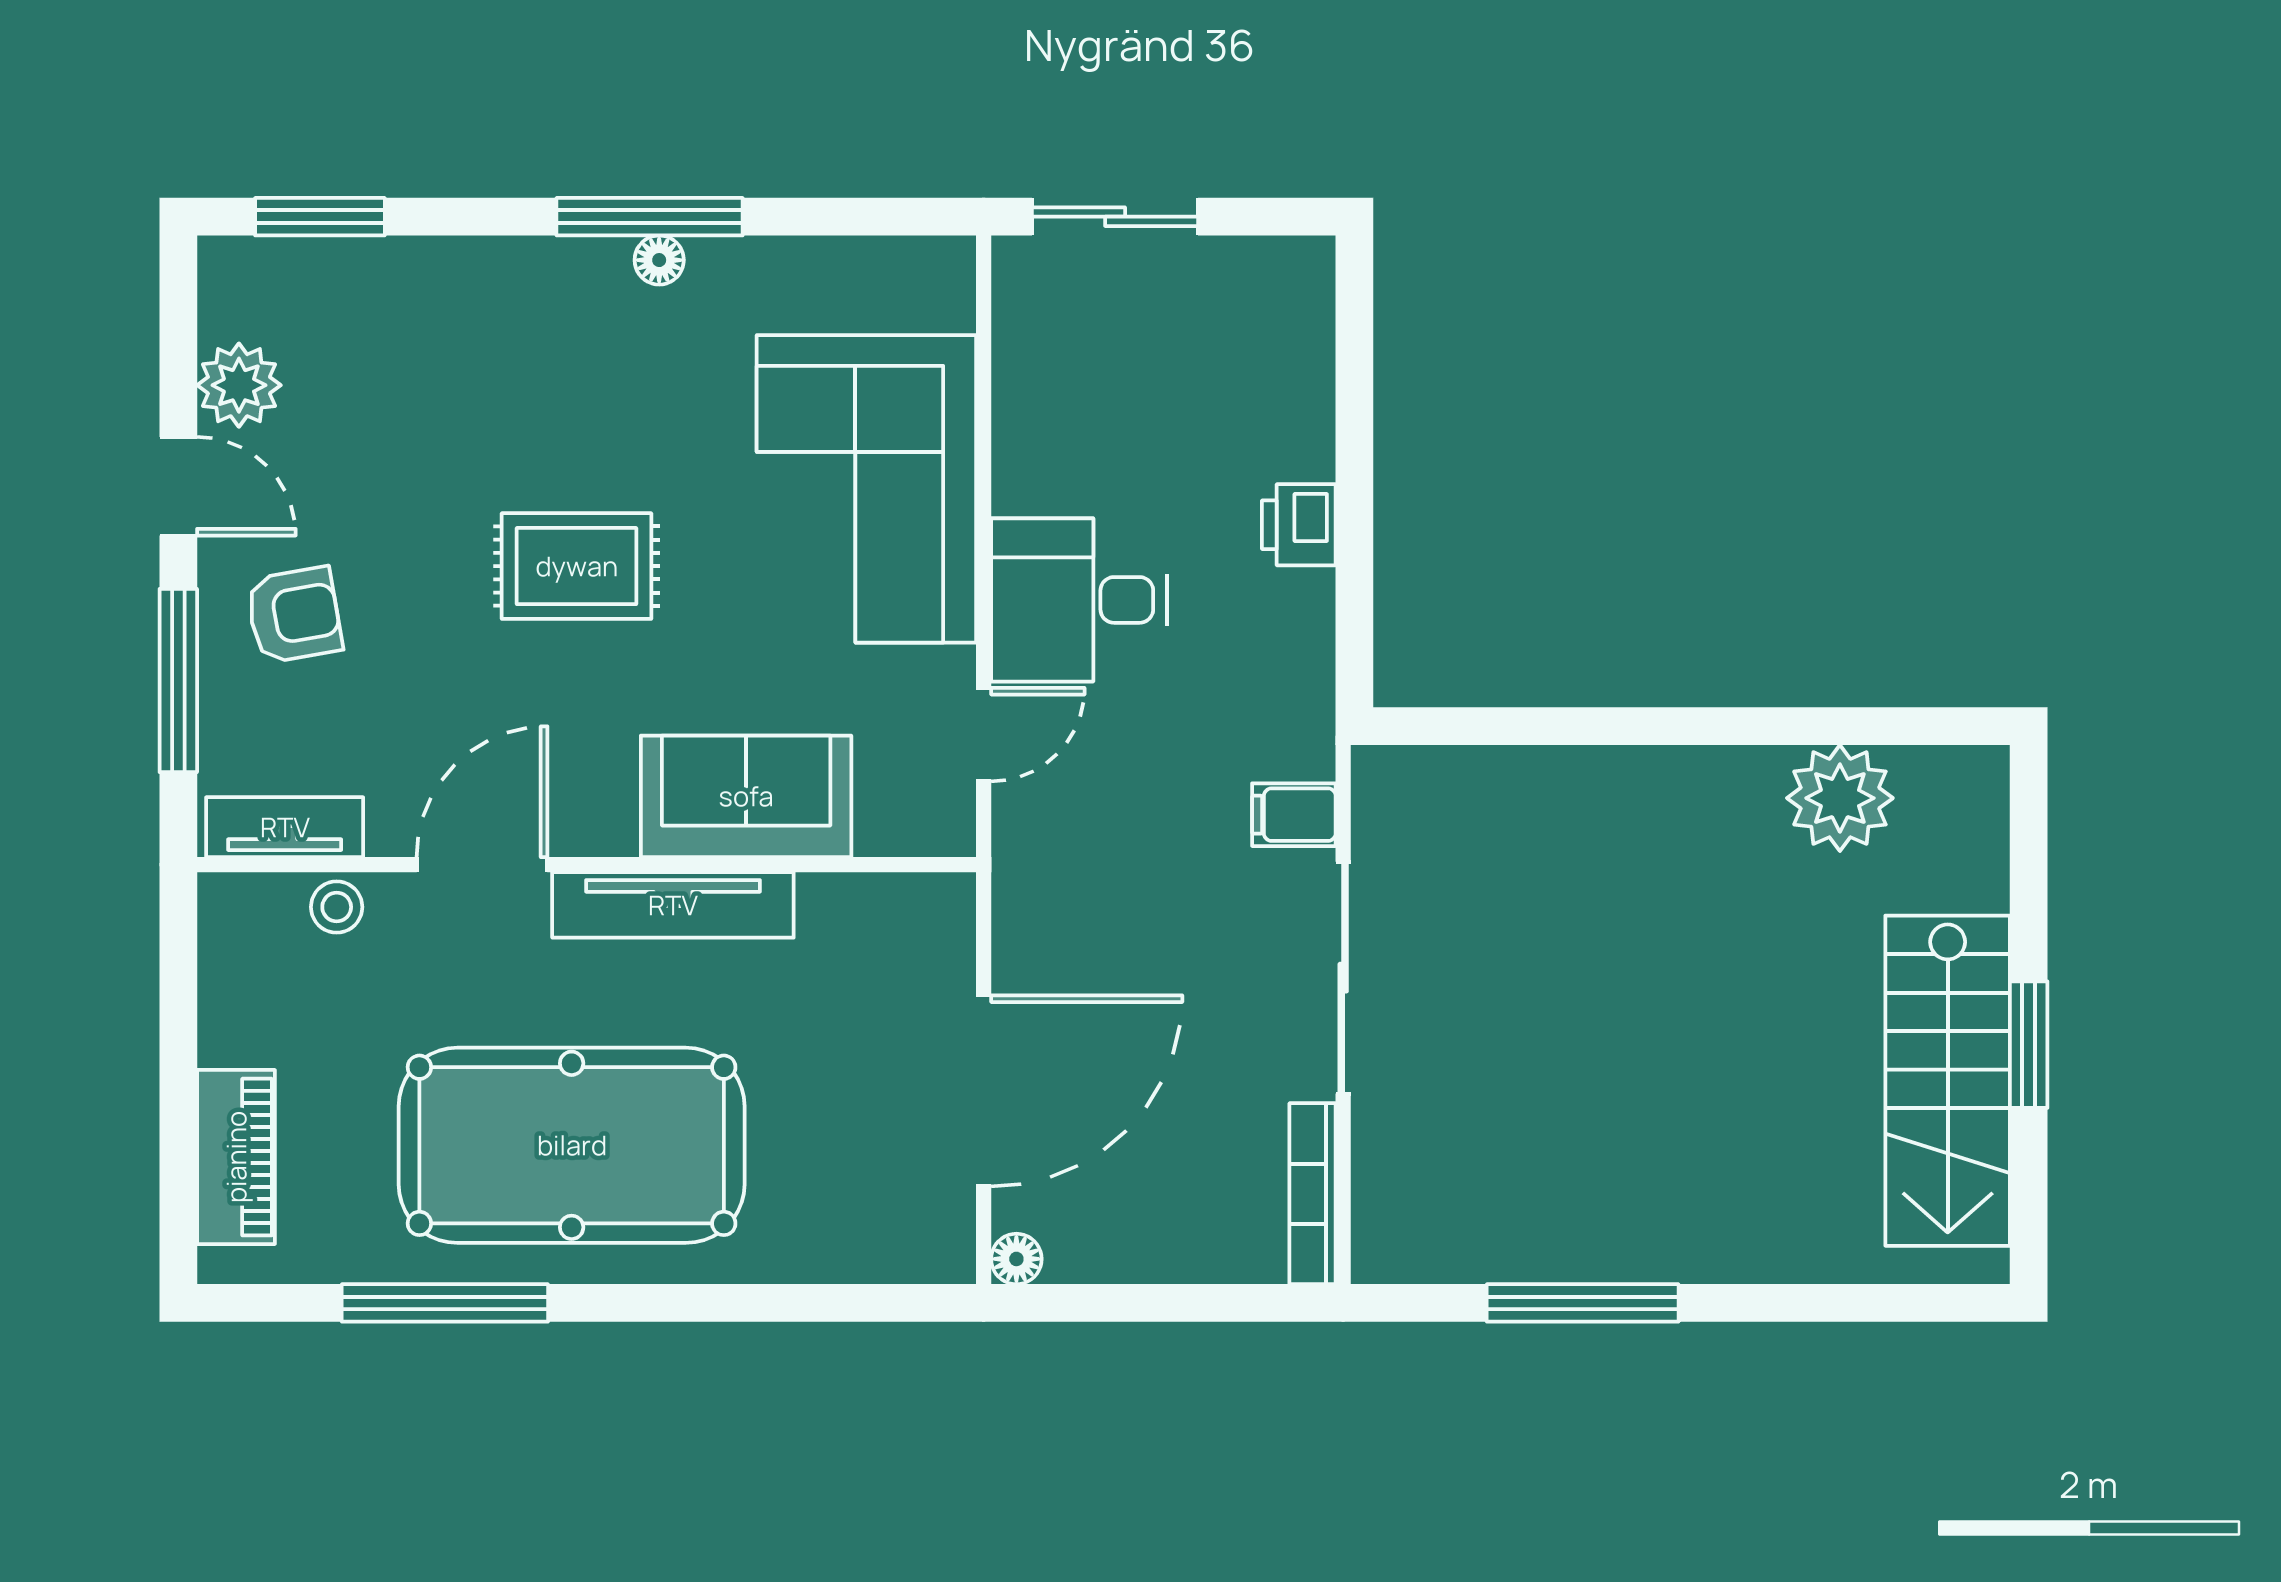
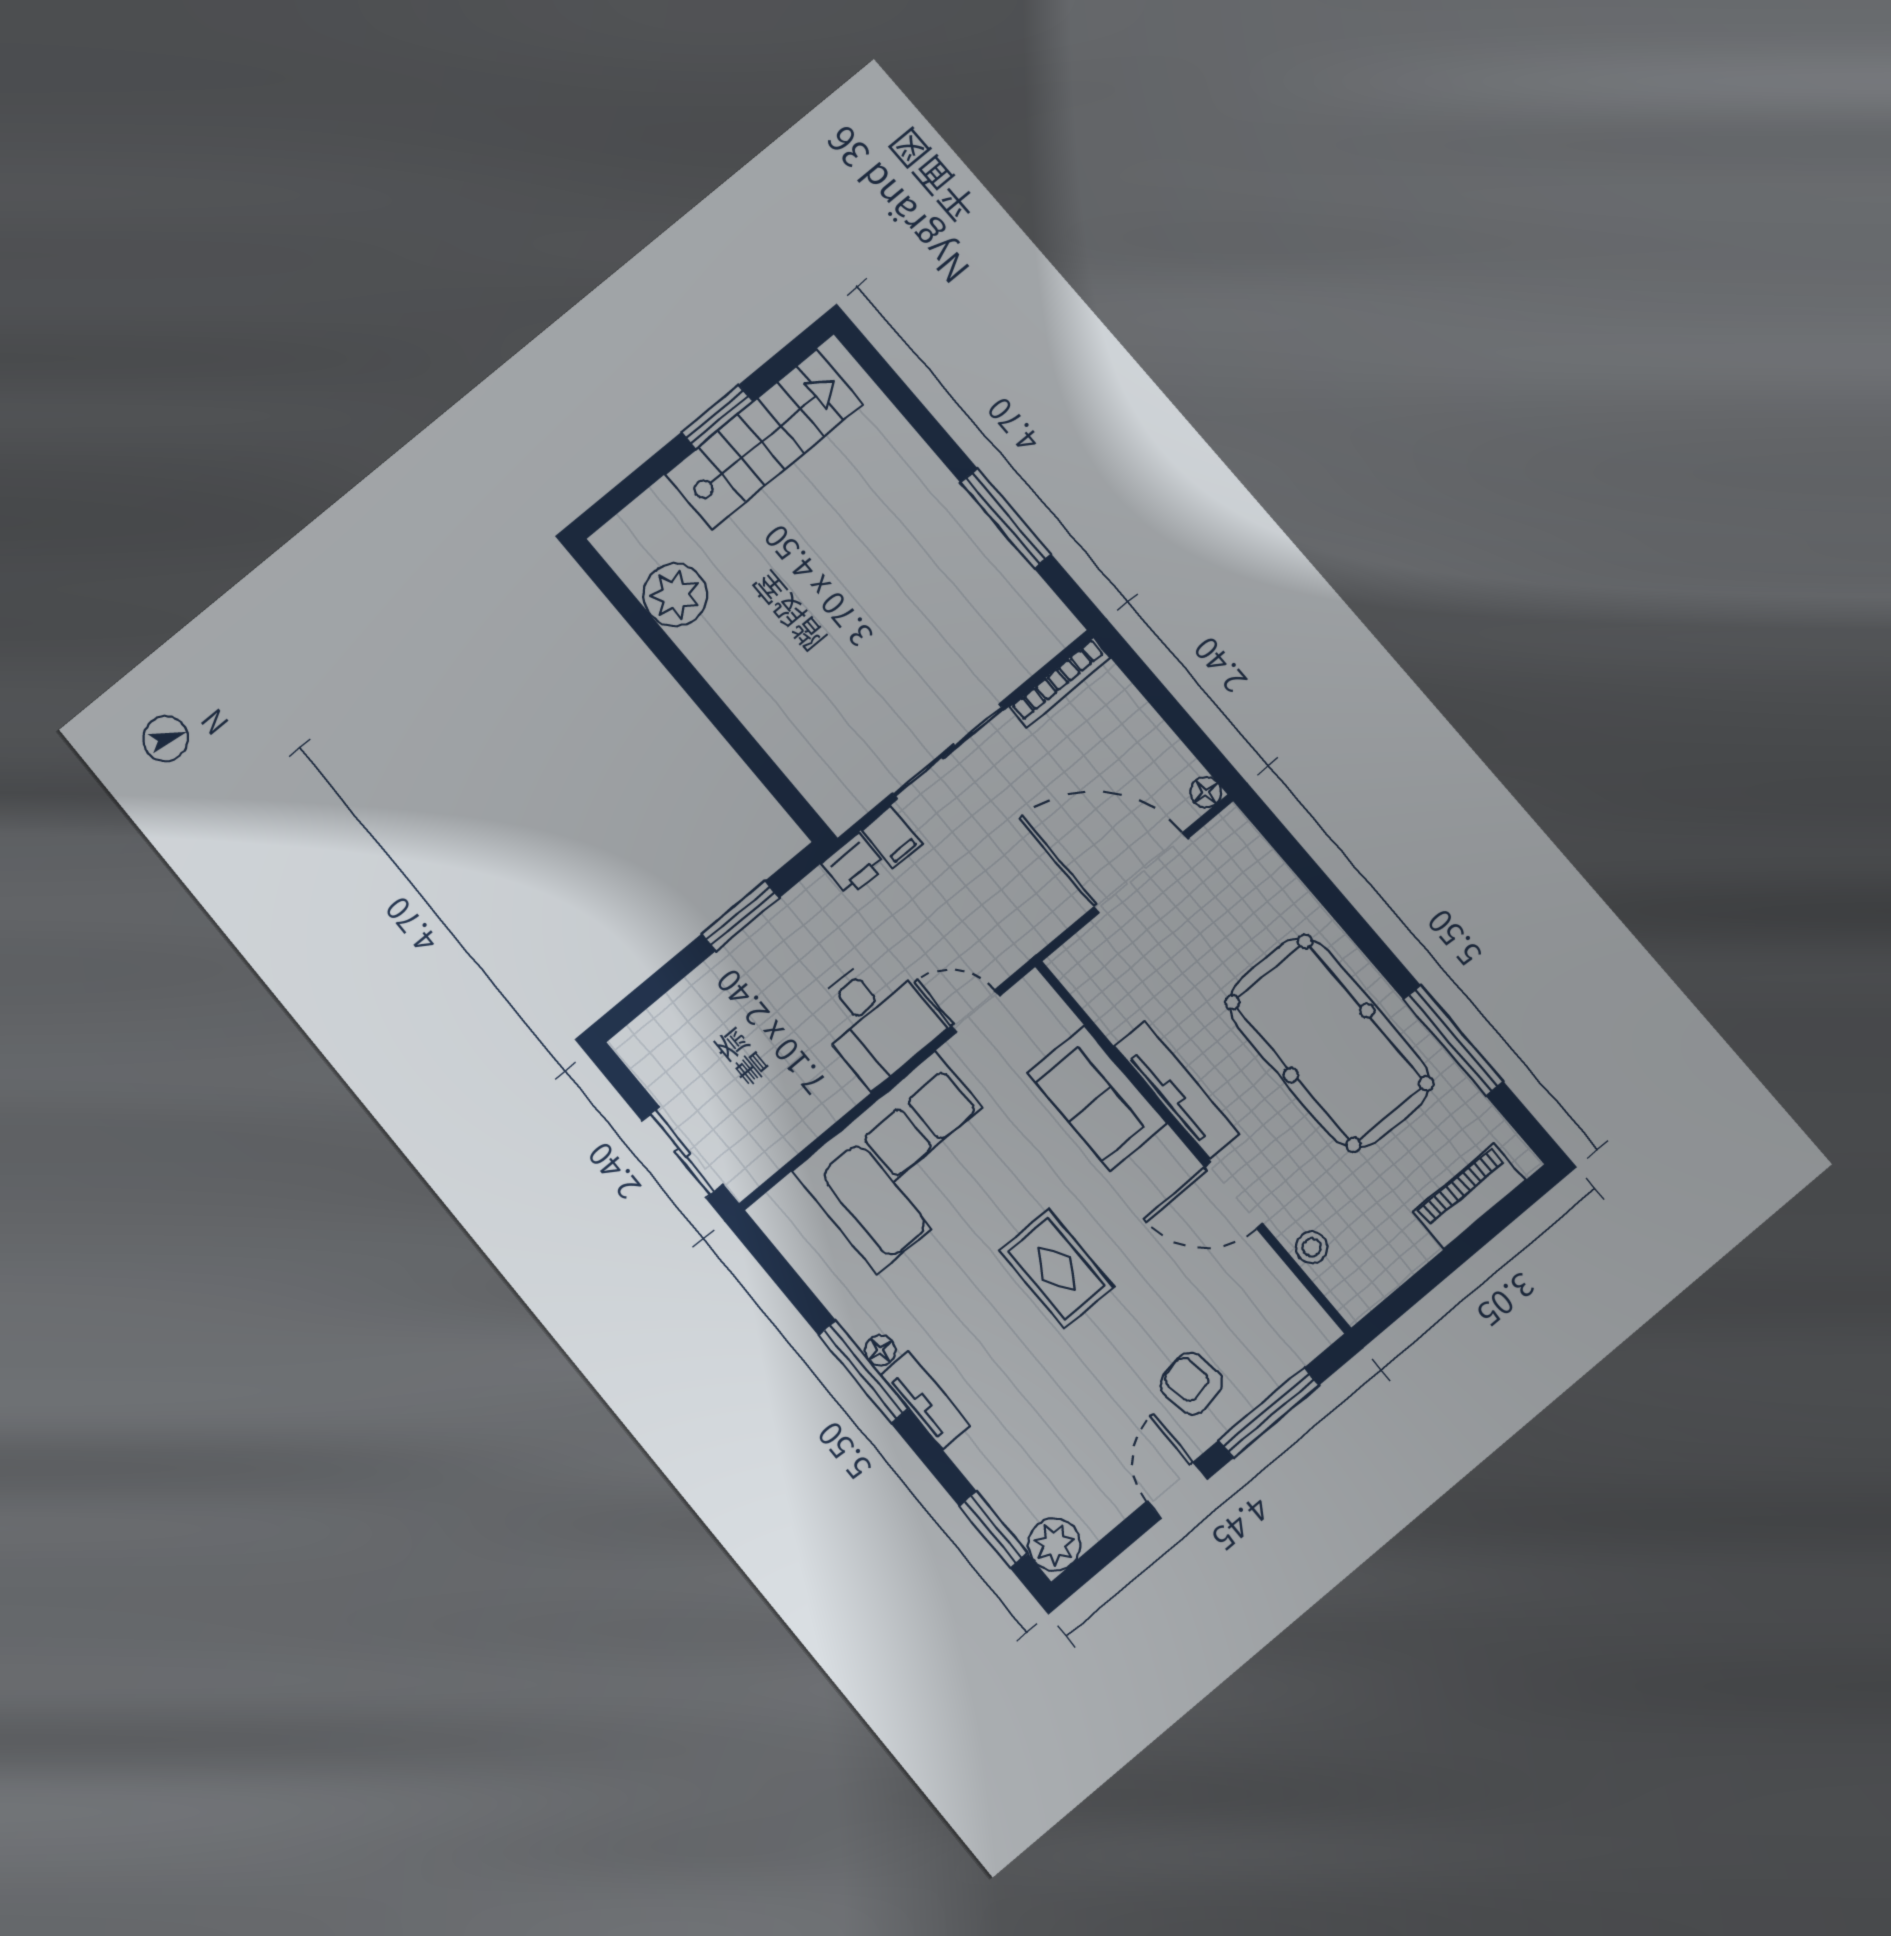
plant: (239, 385) -> (1054, 1545), moved
printer: (1299, 525) -> (854, 865), moved
window: (1354, 539) -> (740, 916), added
tv unit: (285, 827) -> (926, 1400), moved, turned 180

